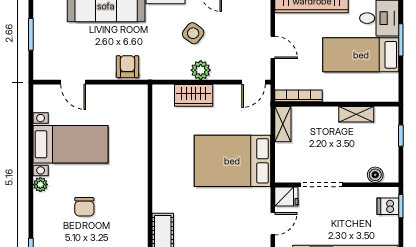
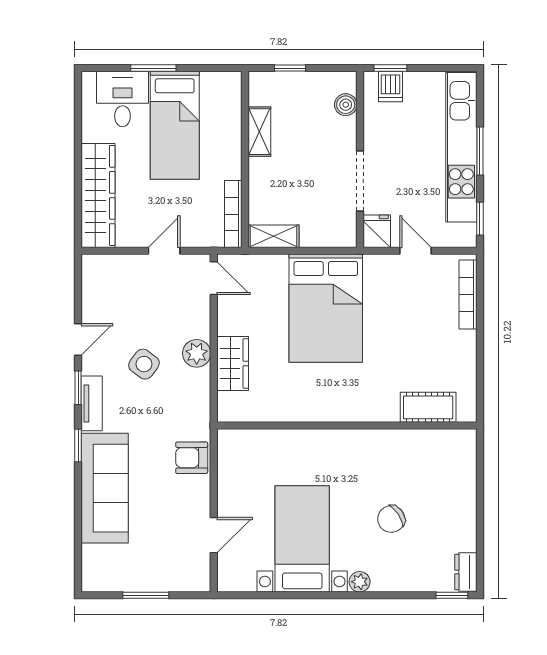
chair: (84, 207) -> (391, 519), turned 146

